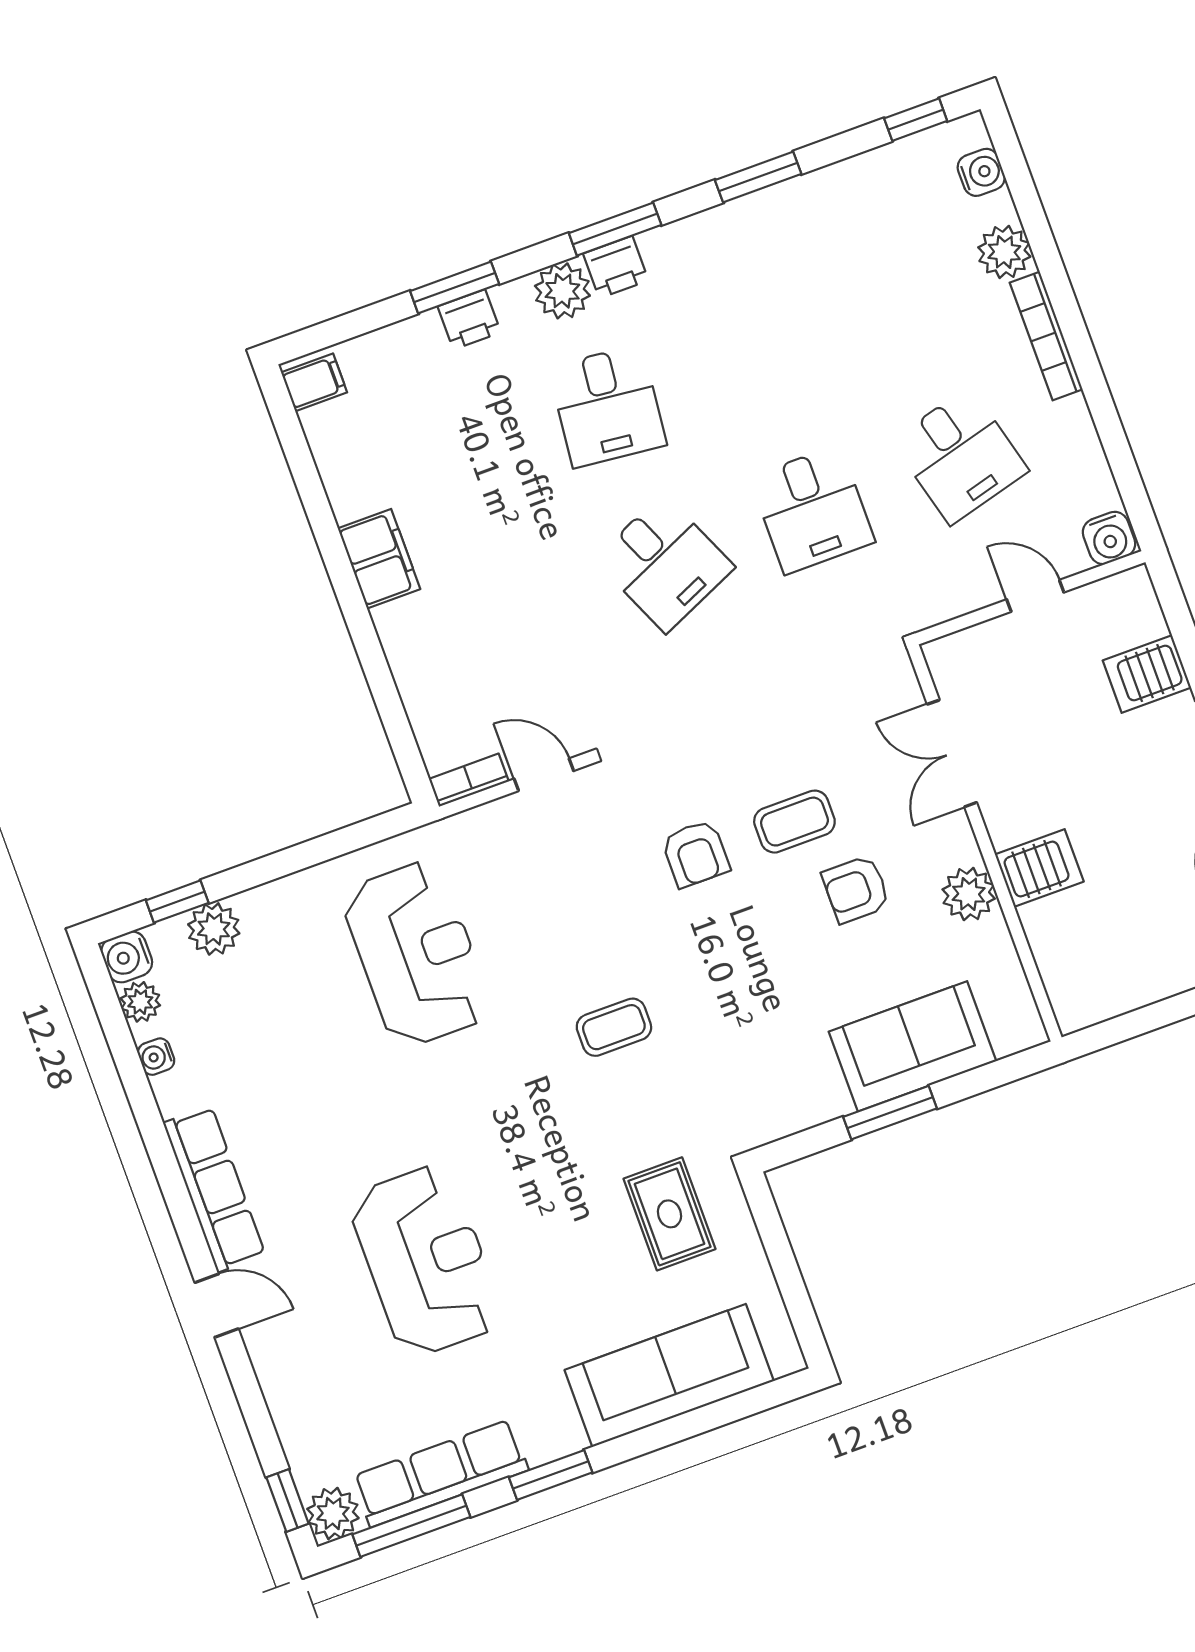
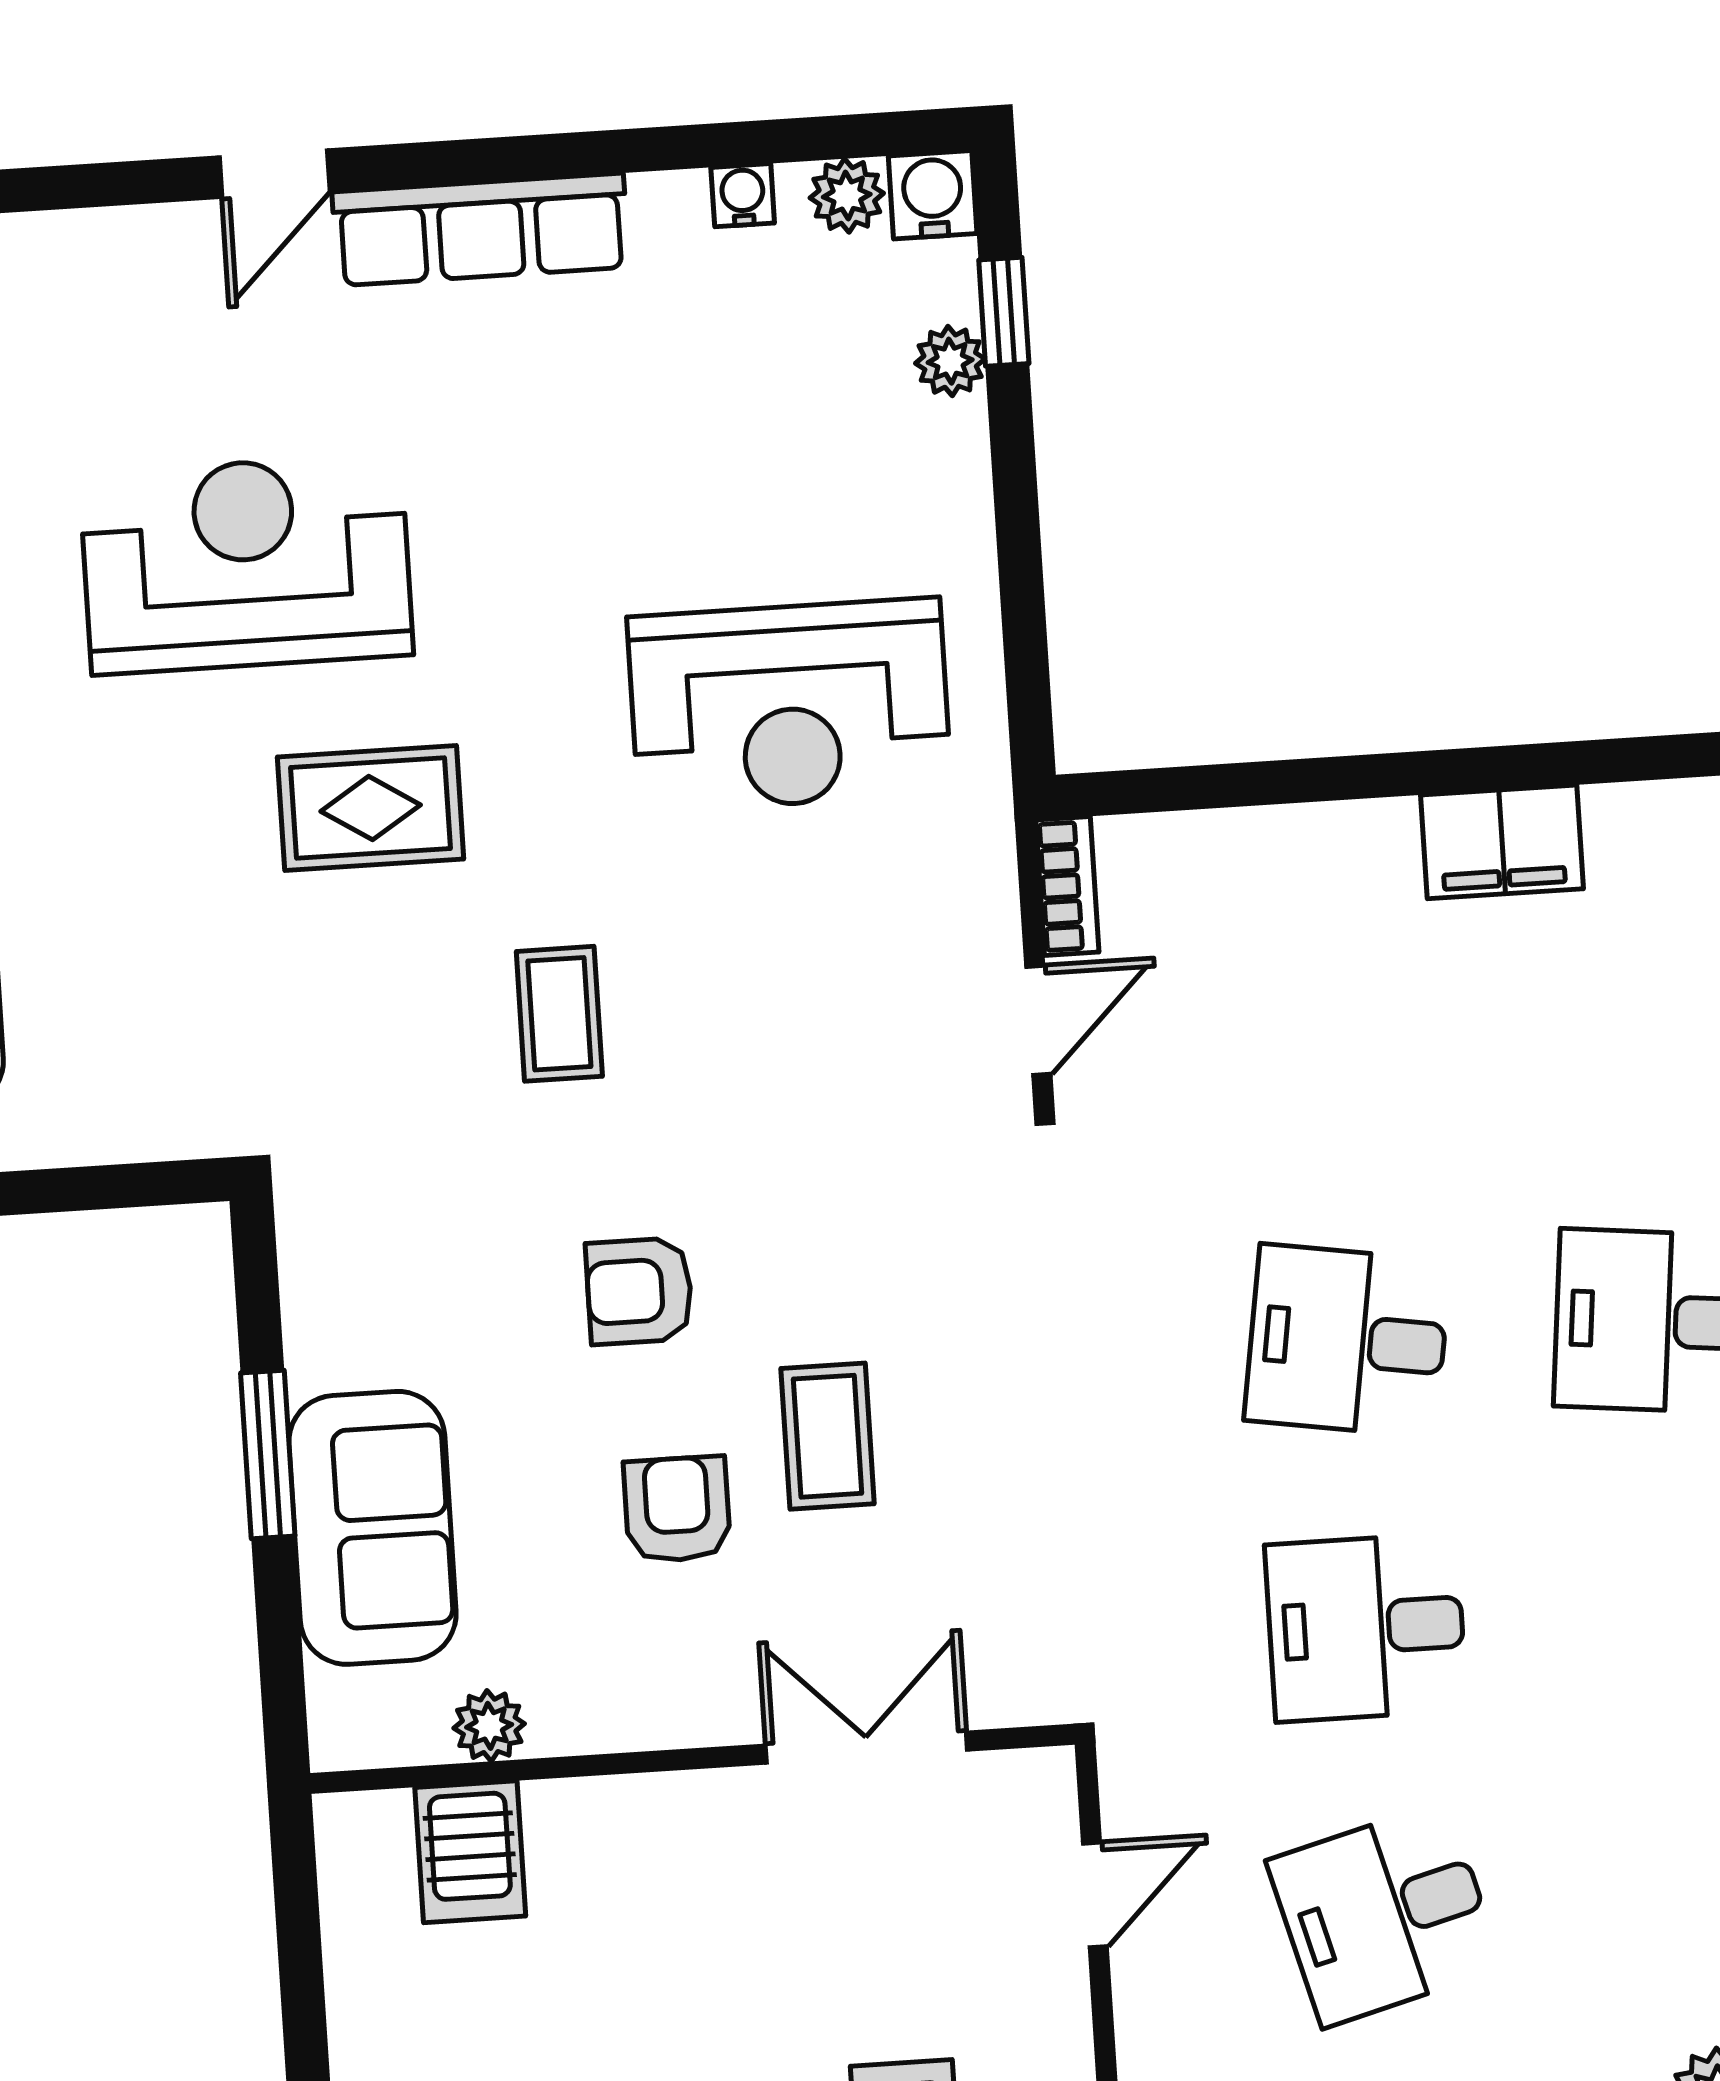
desk: (665, 563) -> (1347, 1341), turned 33
door: (1035, 596) -> (1095, 1895), moved
armchair: (696, 854) -> (639, 1291), moved
server rack: (1039, 868) -> (470, 1852), moved
plant: (969, 894) -> (489, 1726), moved, width x0.73, depth x0.73
plant: (214, 929) -> (950, 361), width x0.73, depth x0.73
rug: (669, 1214) -> (371, 808), moved
reception desk: (426, 1261) -> (246, 564), turned 180

